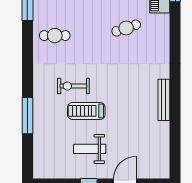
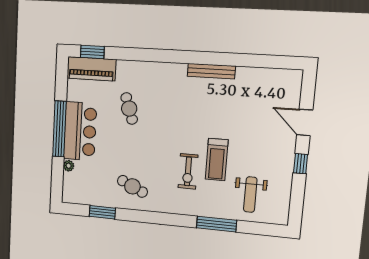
cafe table: (55, 36) -> (132, 186), turned -65
weight bench: (90, 149) -> (250, 195), moved

